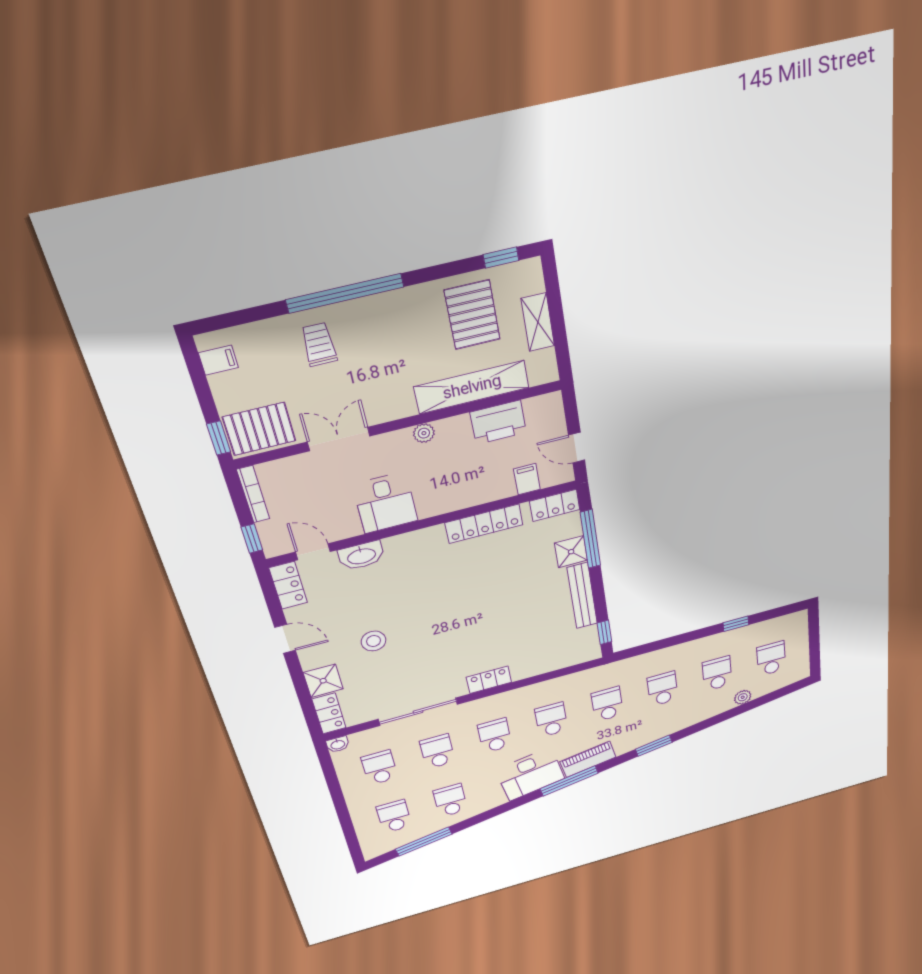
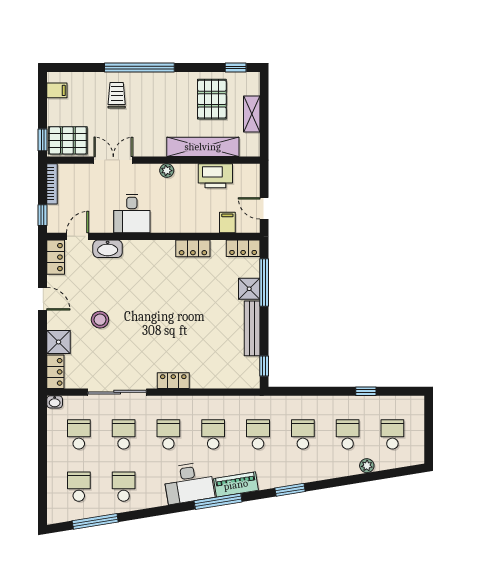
locker: (484, 524) -> (193, 248), width x0.66
door: (313, 552) -> (78, 236), hinge flipped

